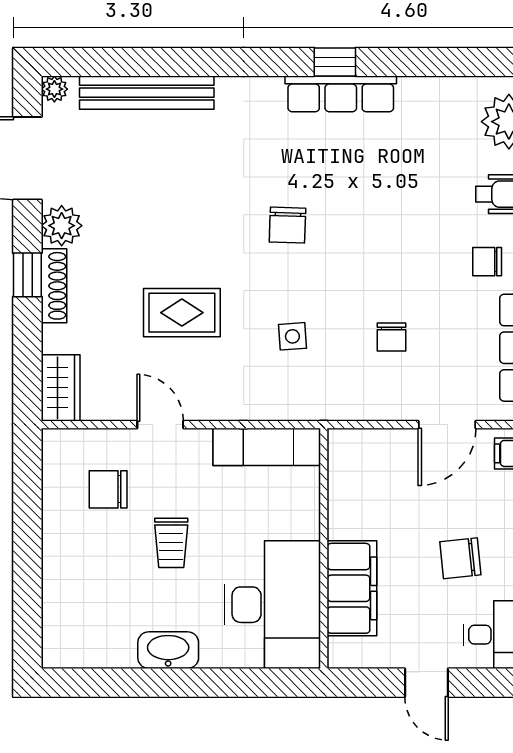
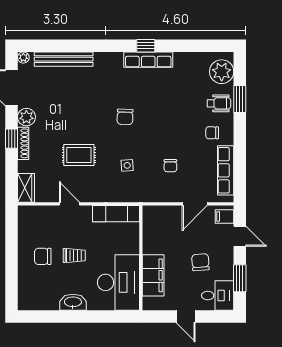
chair: (108, 489) -> (43, 256), moved
trolley: (171, 543) -> (74, 255), turned -90
chair: (460, 558) -> (200, 262), turned 92

